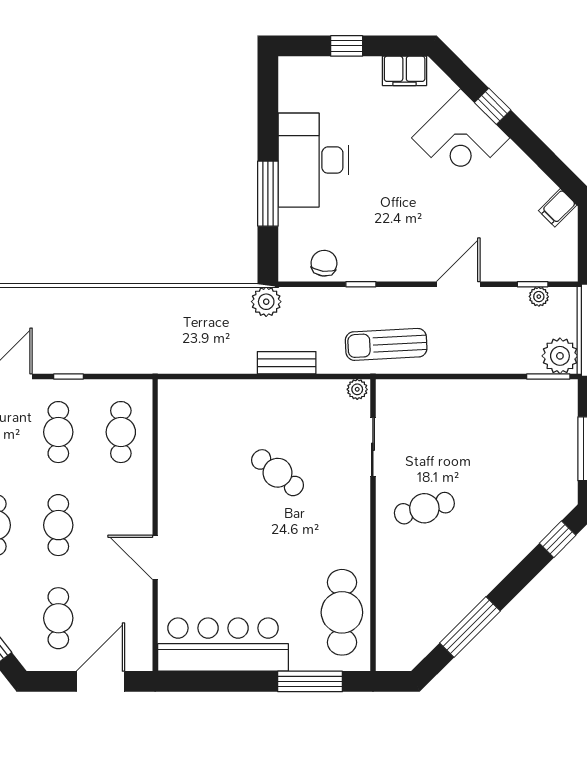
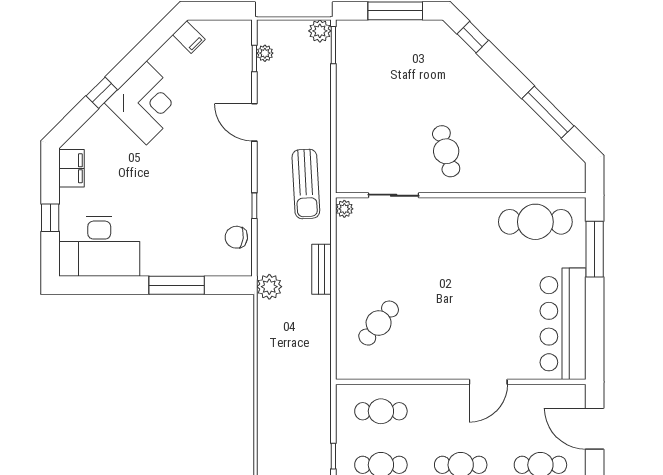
corner desk: (461, 138) -> (146, 103), moved
desk: (313, 160) -> (99, 246), moved
plant: (560, 356) -> (320, 31), width x0.73, depth x0.73
cafe table: (278, 473) -> (379, 323), moved

